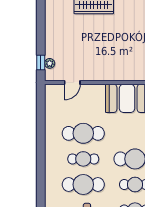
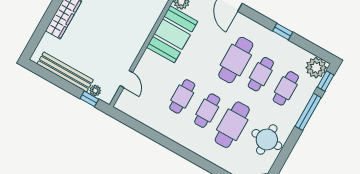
bench: (51, 32) -> (65, 72), added
cafe table: (83, 133) -> (182, 96), width x0.73, depth x0.74

